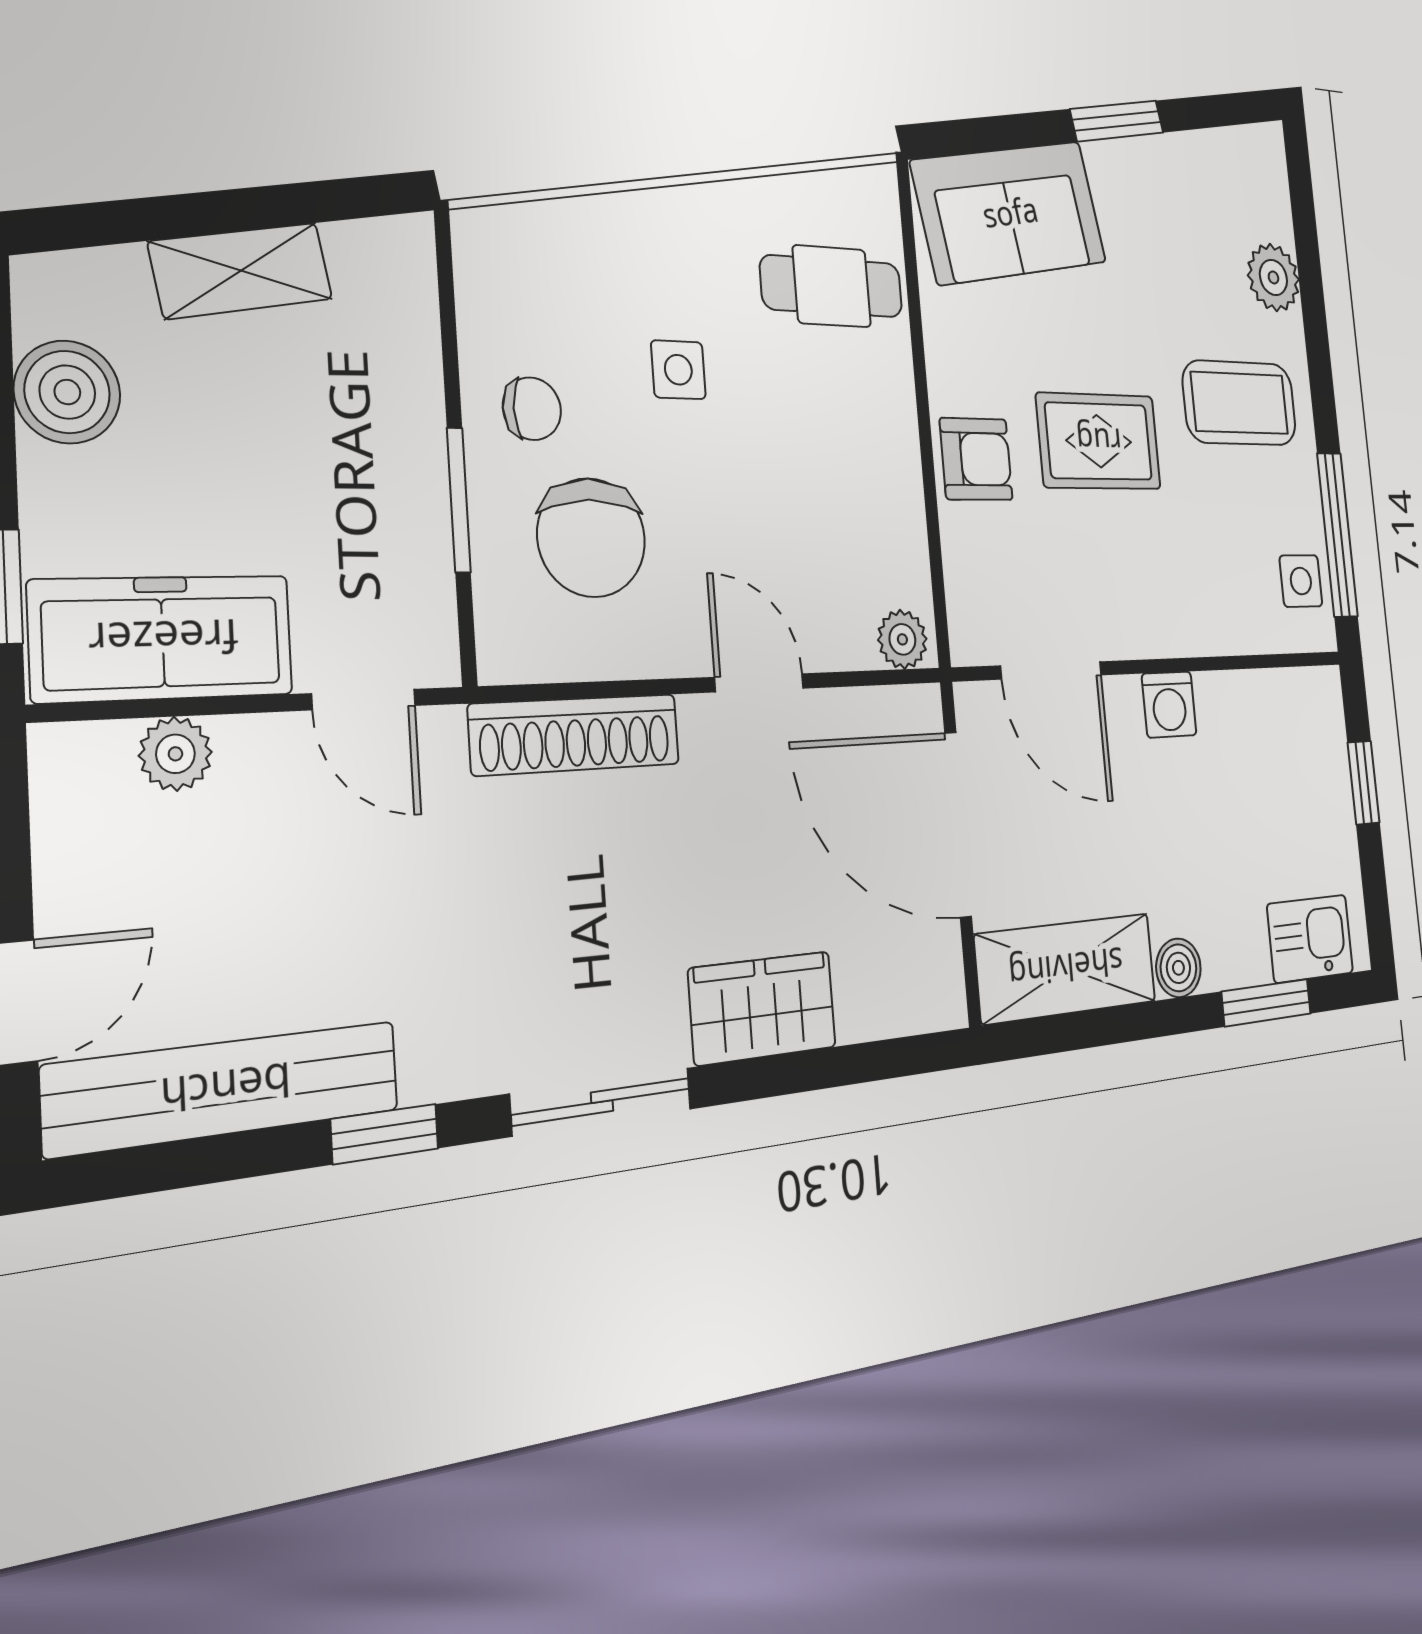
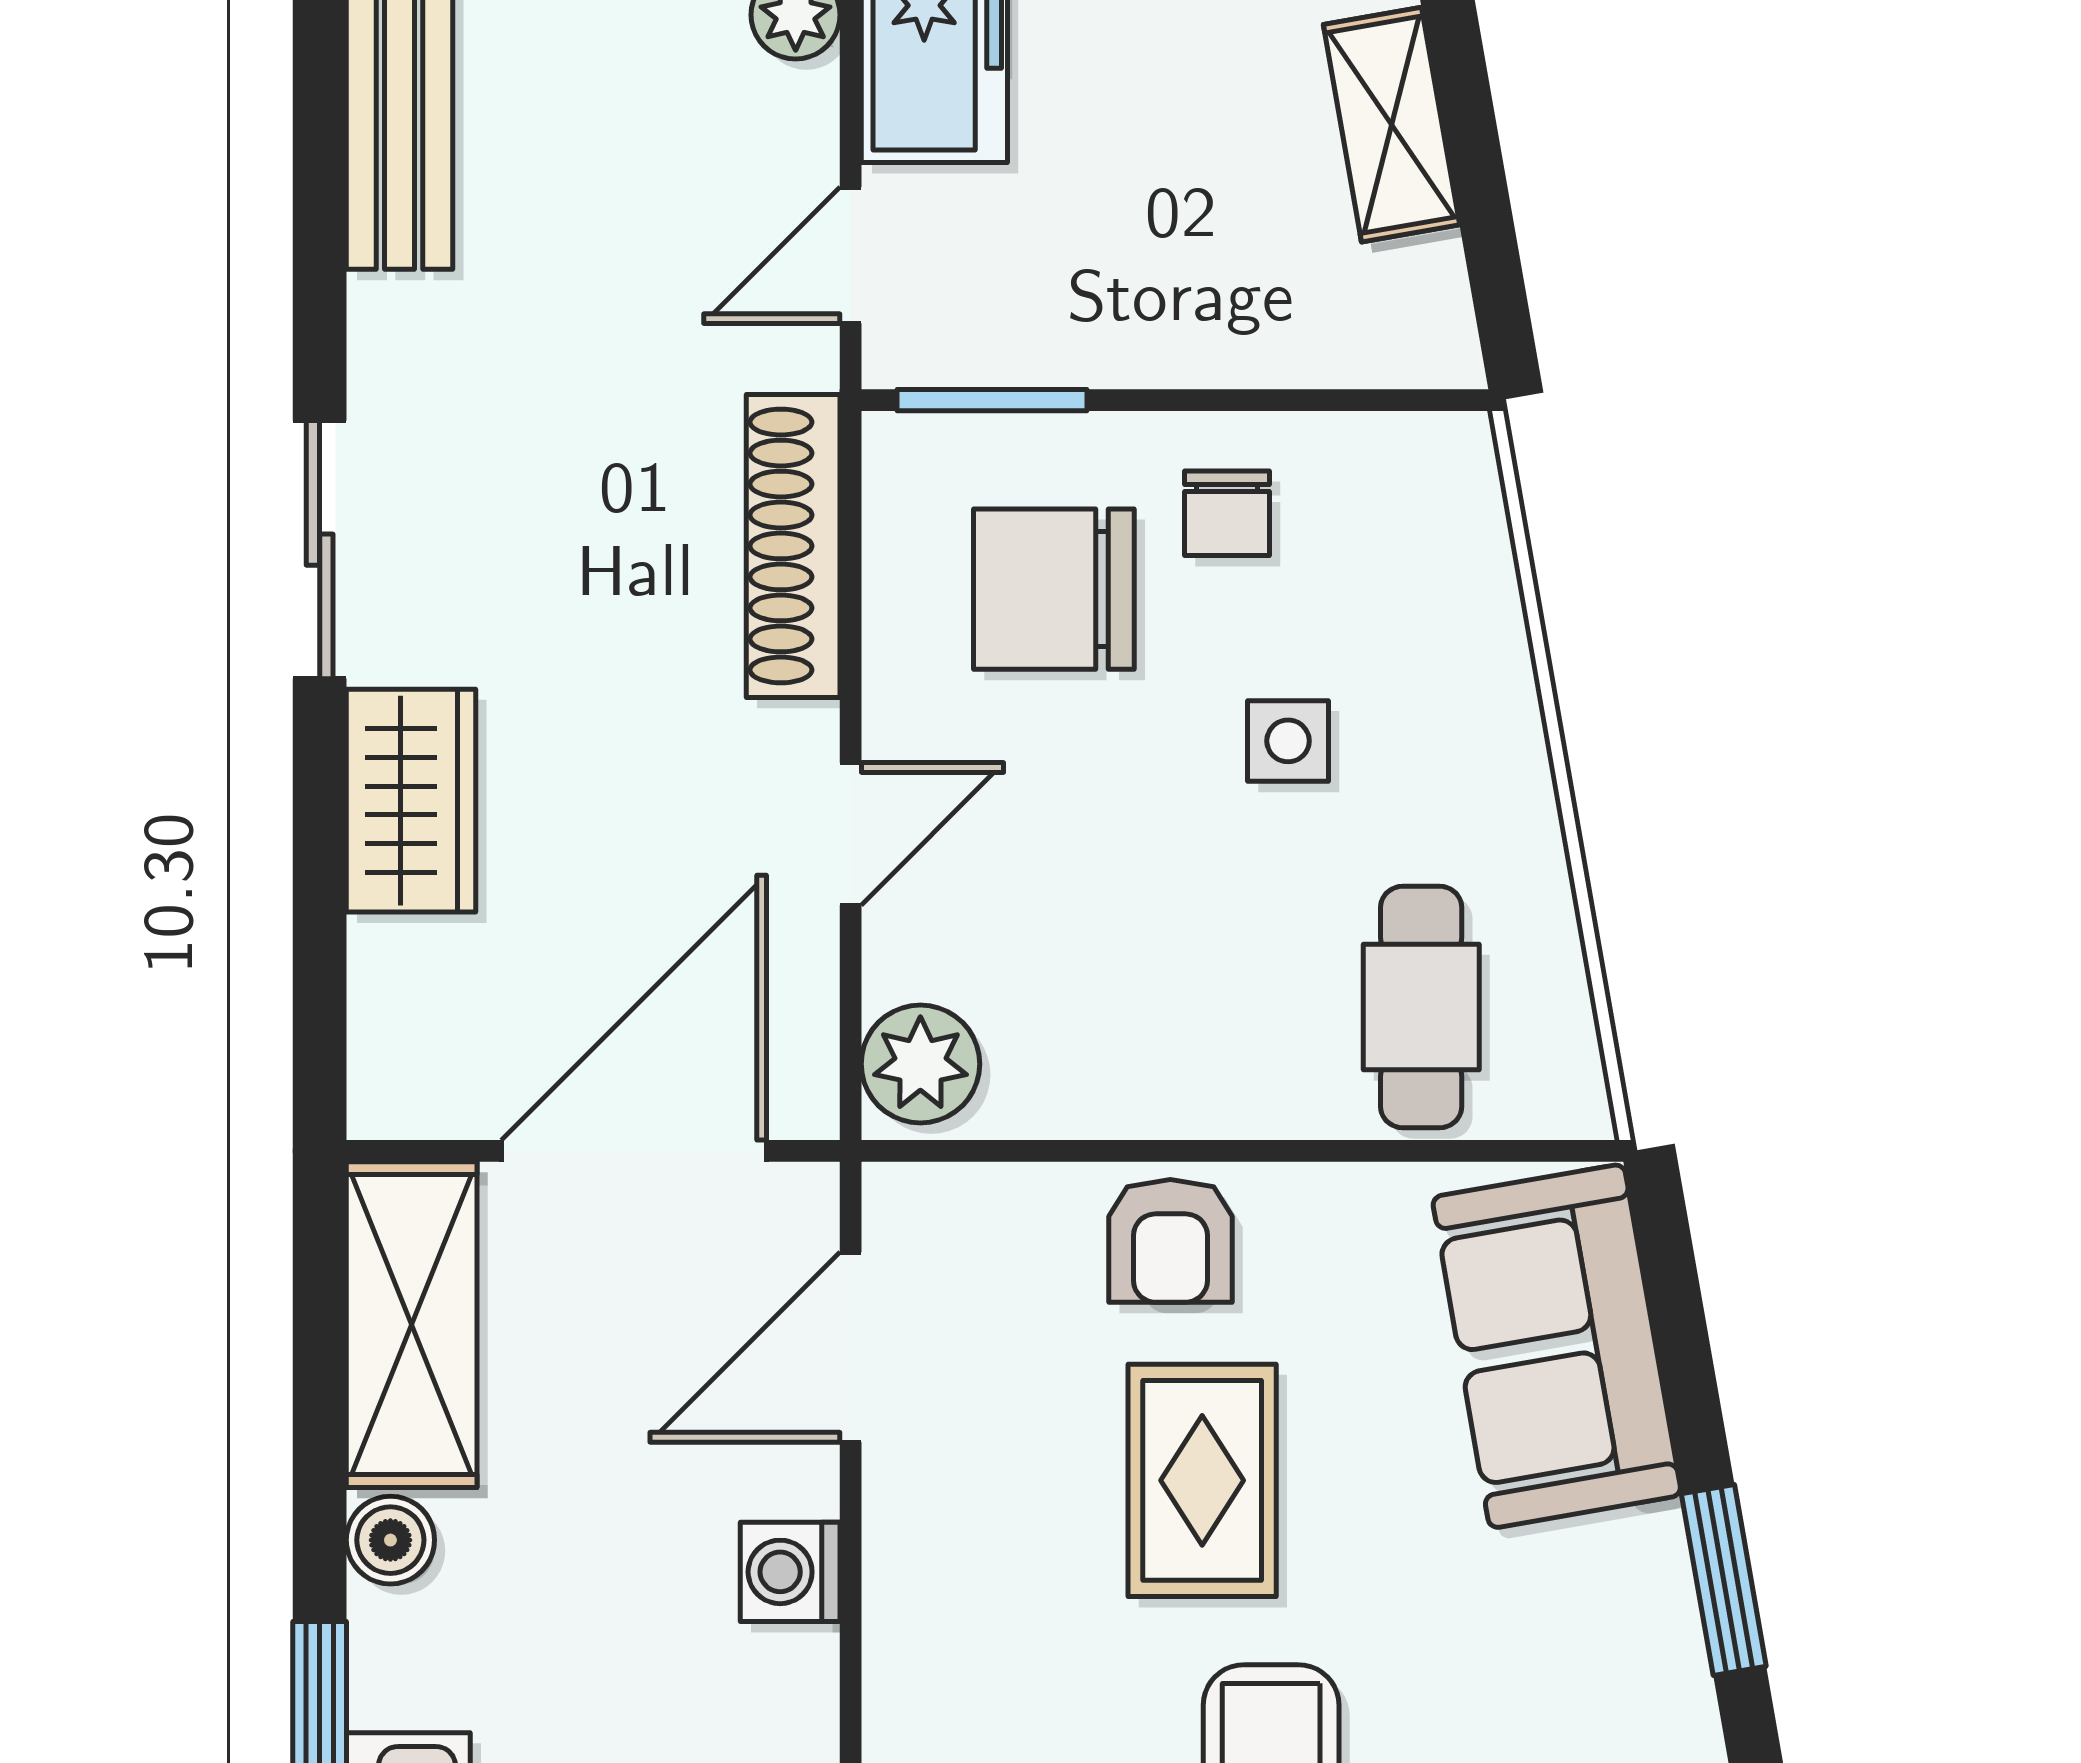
window: (459, 500) -> (992, 400), moved
plant: (902, 639) -> (920, 1064), width x1.38, depth x1.38
window: (385, 1134) -> (320, 252), removed

